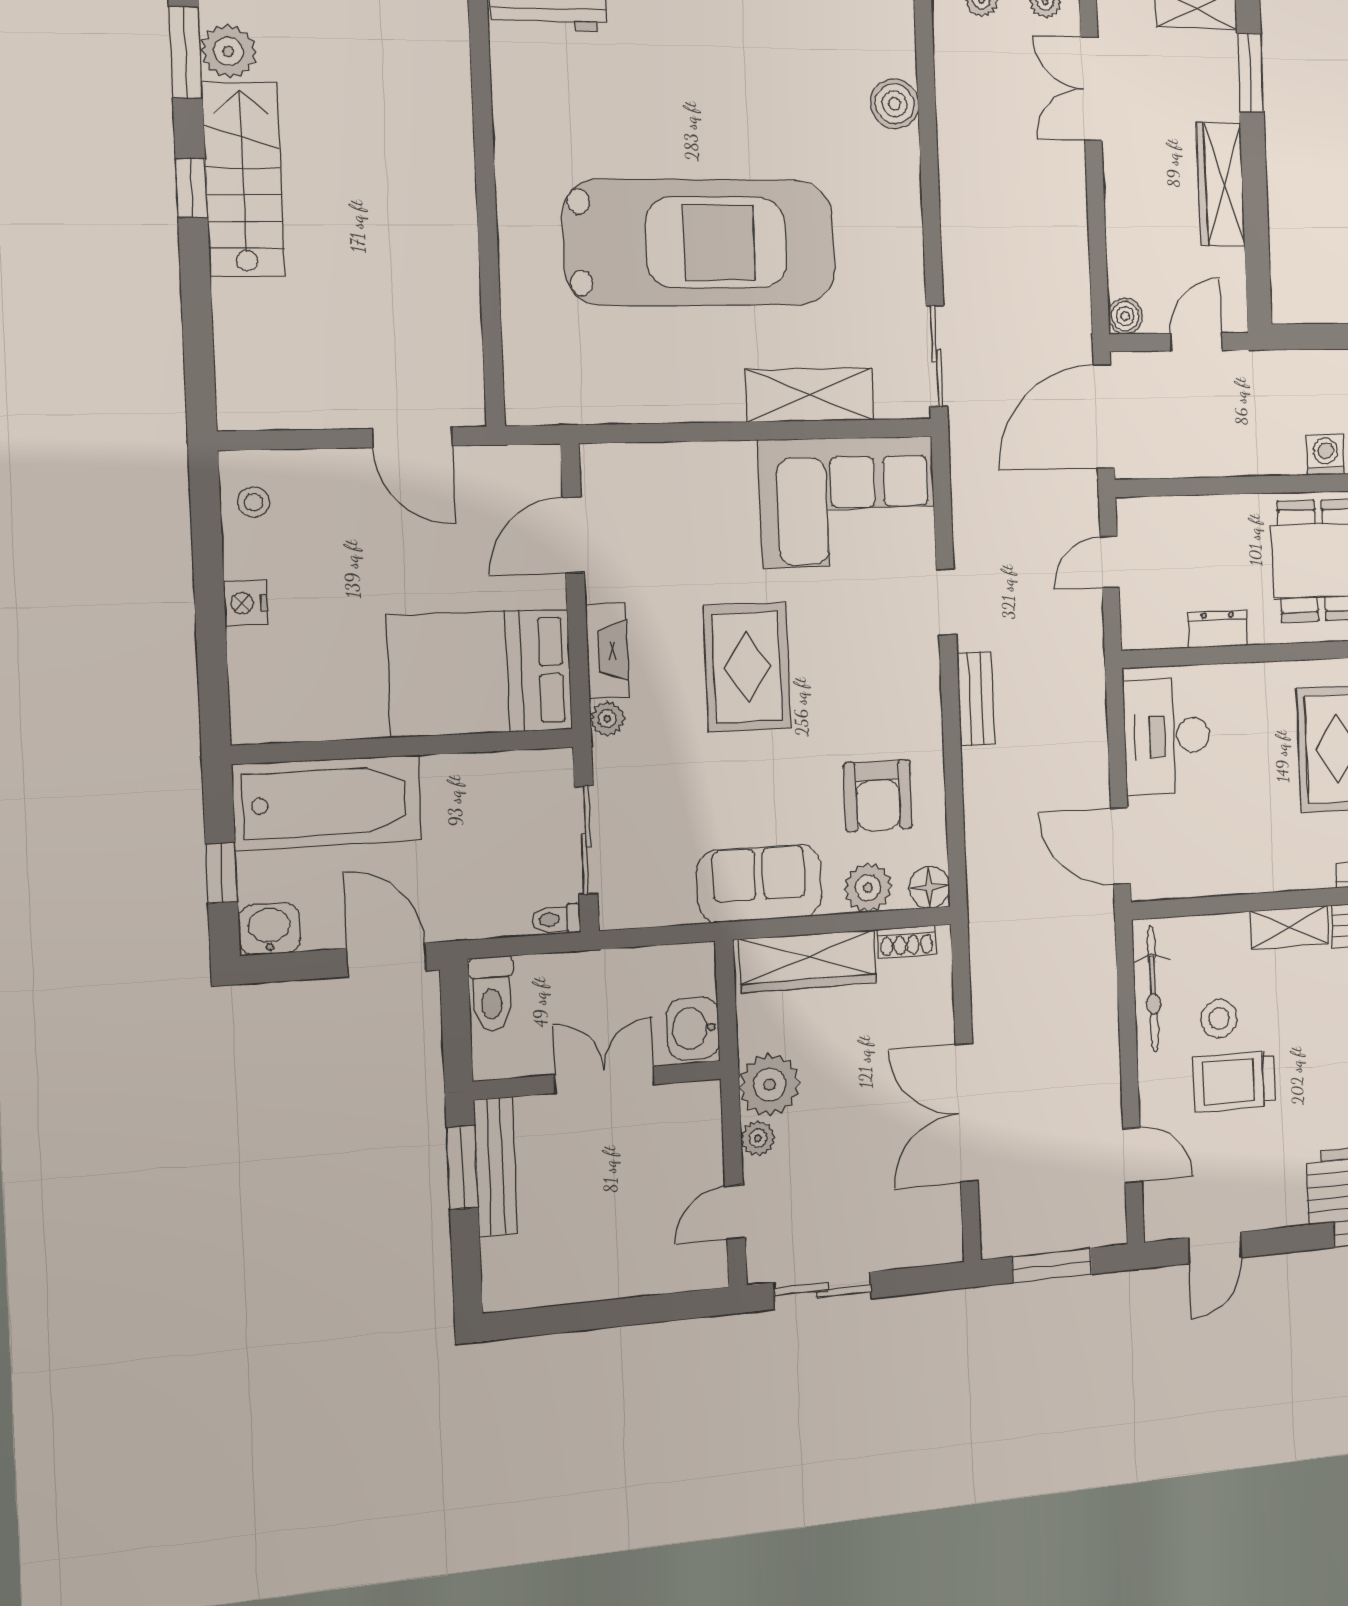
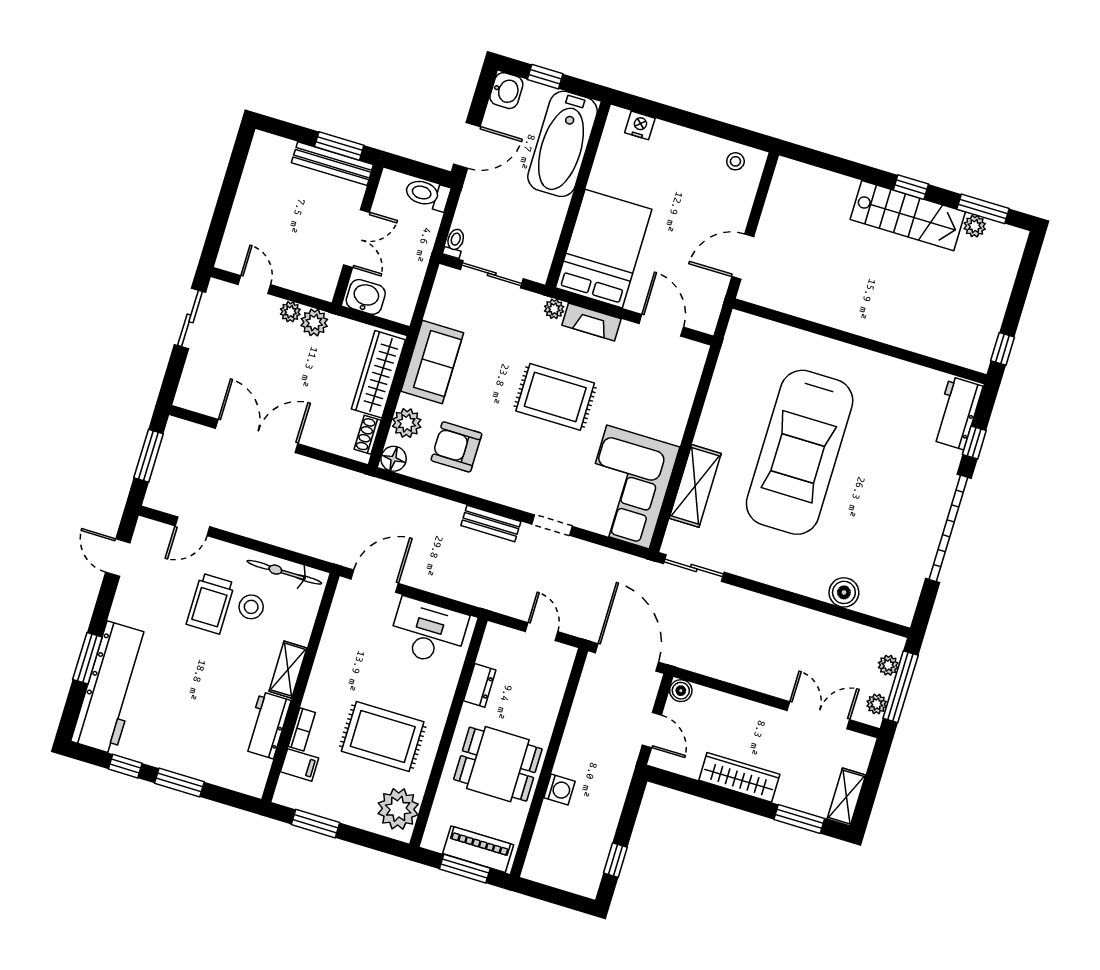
plant: (228, 51) -> (975, 226), width x0.73, depth x0.73
nightstand: (245, 603) -> (640, 125), moved
trolley: (1234, 1081) -> (210, 604), turned 180
plant: (770, 1085) -> (314, 322), width x0.73, depth x0.73

